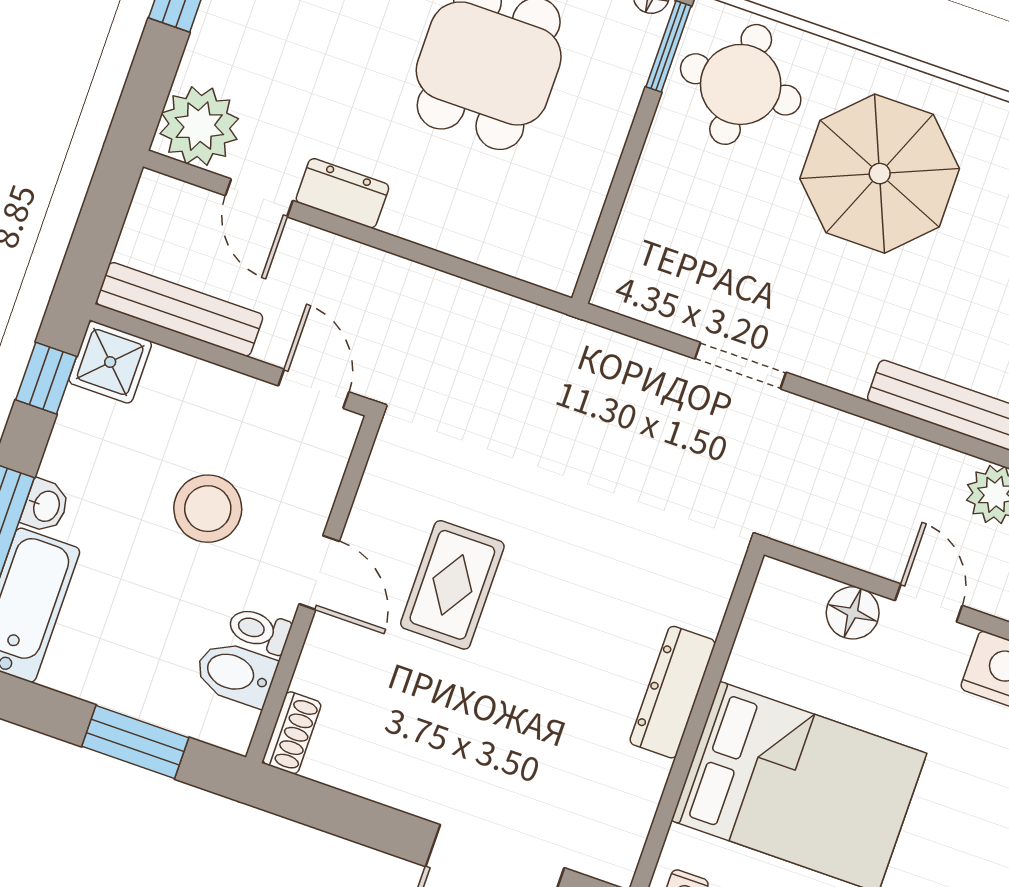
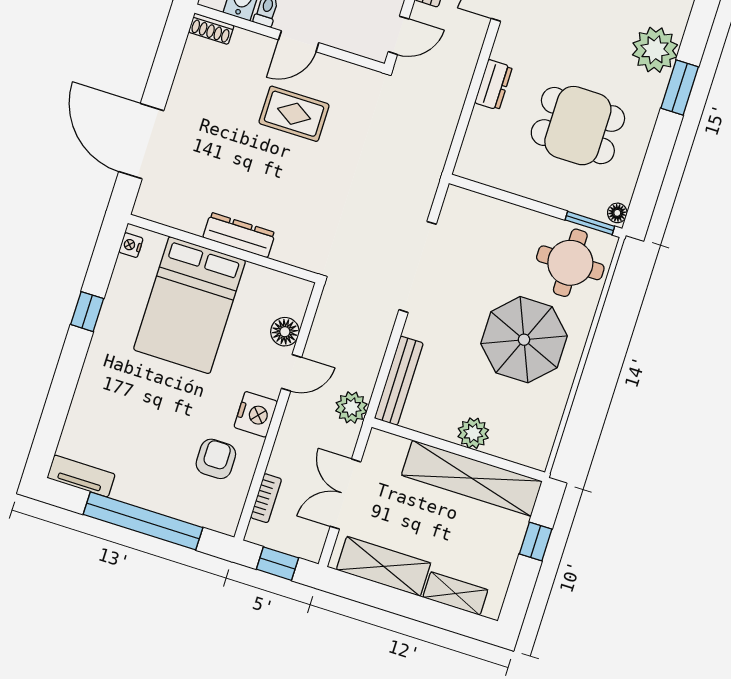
dresser: (342, 193) -> (494, 85), moved
doorway: (740, 366) -> (418, 267), width x1.87

